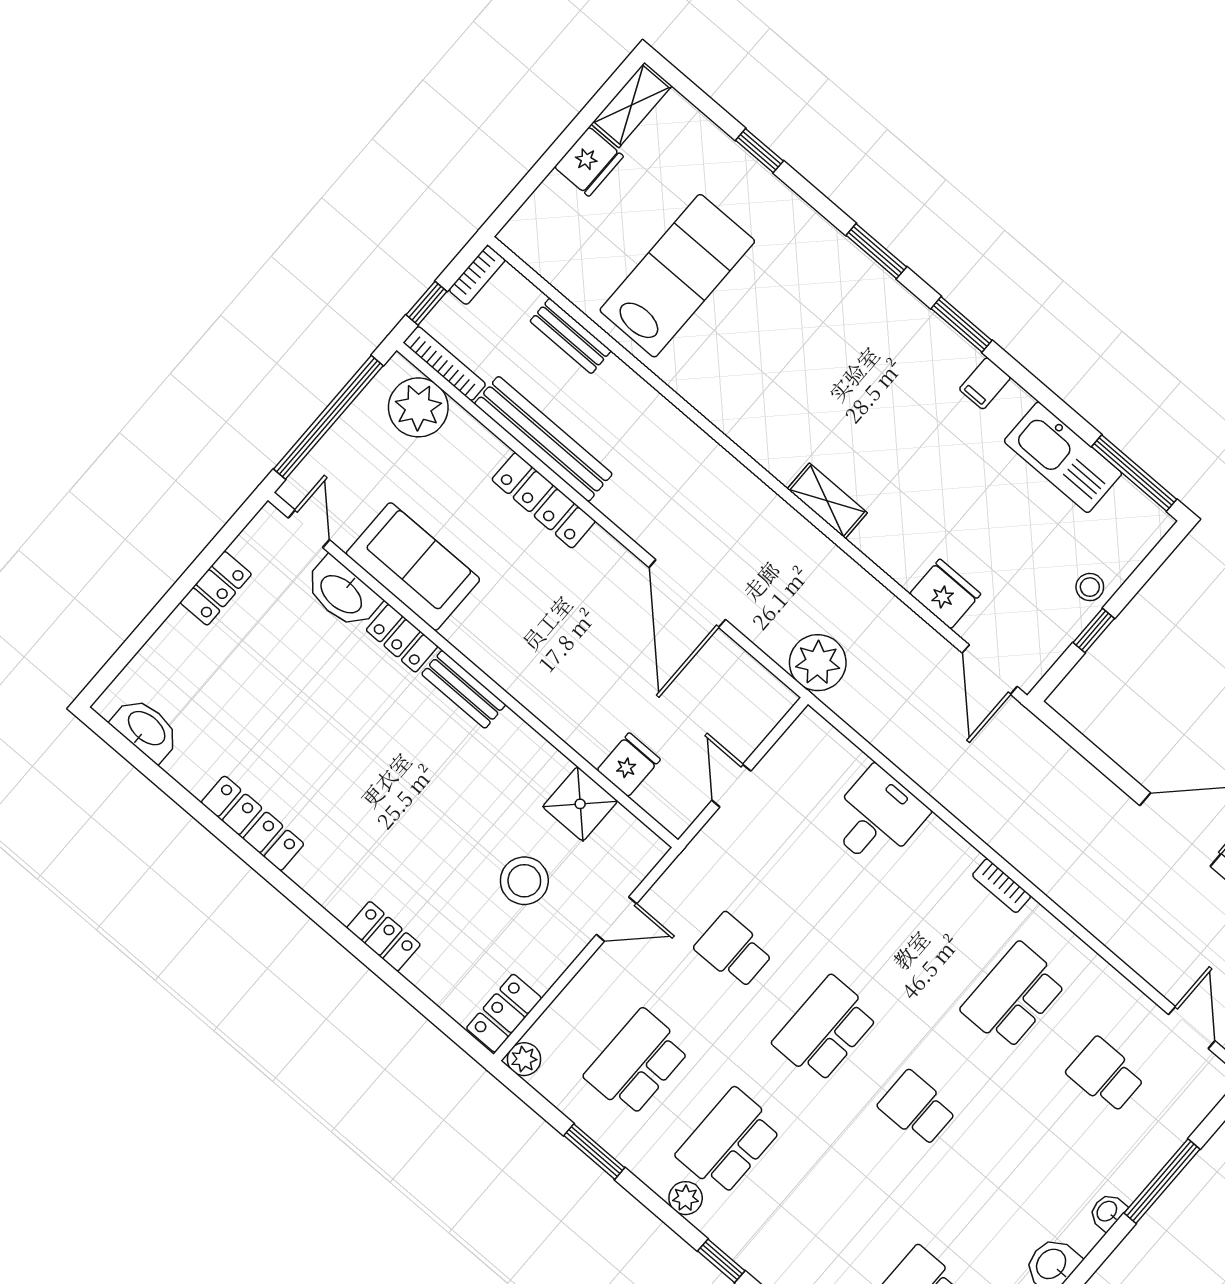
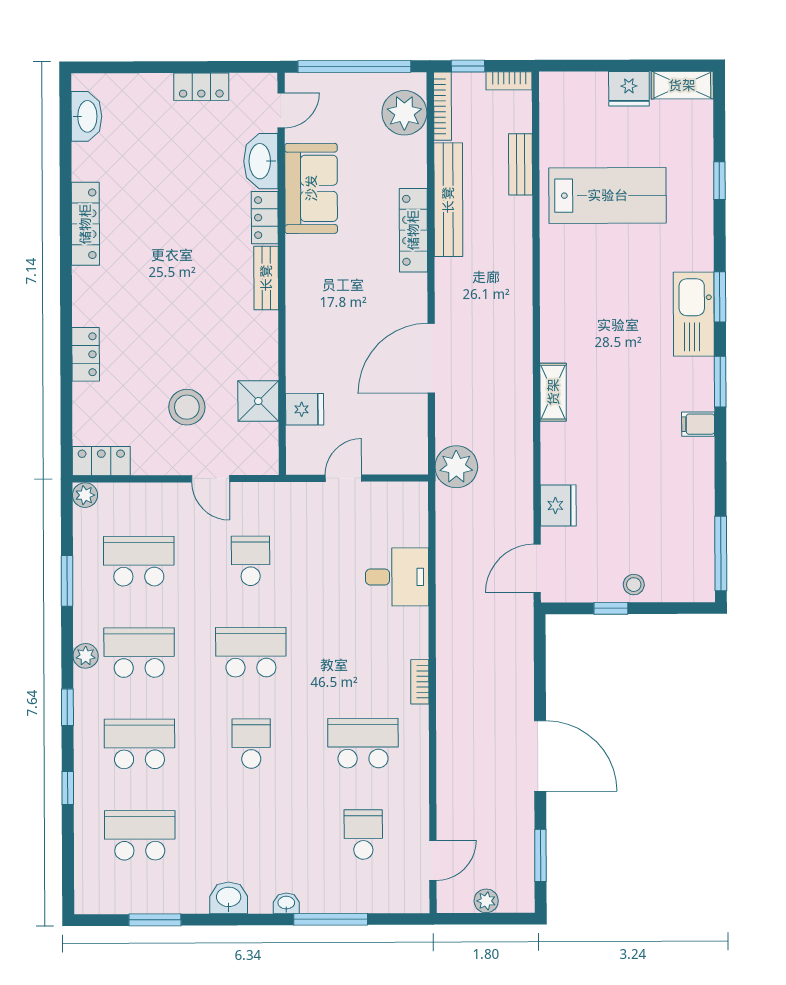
kitchen sink: (1063, 457) -> (694, 314), moved
school desk: (821, 1221) -> (139, 744), added

